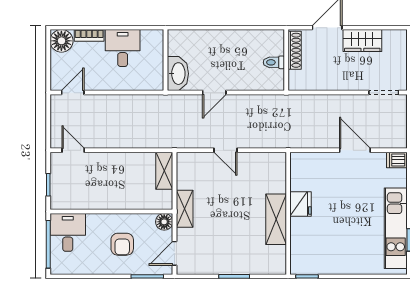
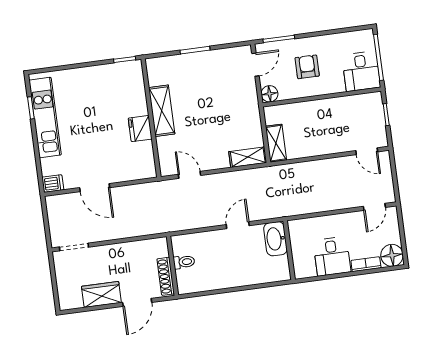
door: (226, 150) -> (190, 175), moved
shelving: (185, 209) -> (248, 157), moved, turned 90

